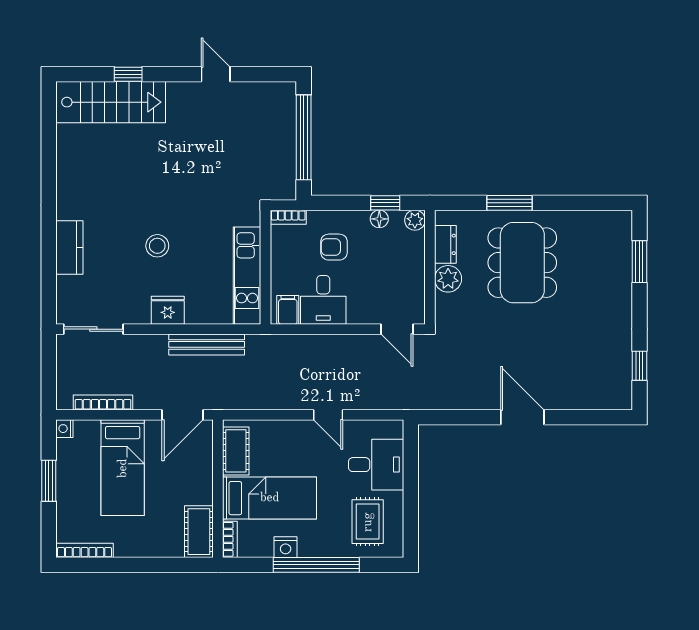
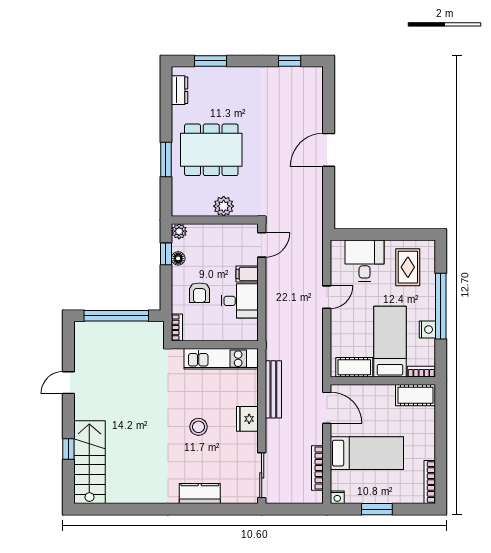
dresser: (445, 244) -> (180, 90), moved, turned 90
filing cabinet: (288, 310) -> (247, 274), moved
rug: (368, 522) -> (408, 267), turned 90

